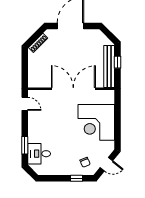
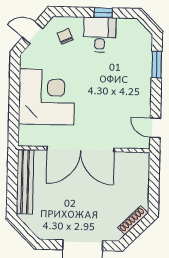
window: (117, 62) -> (12, 188), removed
desk: (39, 154) -> (100, 35), moved, turned -90
window: (77, 178) -> (103, 13), moved

